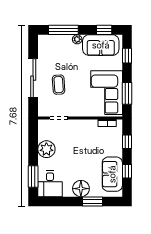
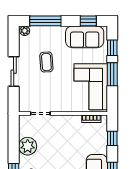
plant: (77, 39) -> (25, 31), moved
sliding door: (33, 78) -> (14, 72), width x0.73
coffee table: (59, 85) -> (46, 62), moved
window: (127, 93) -> (112, 74), moved

